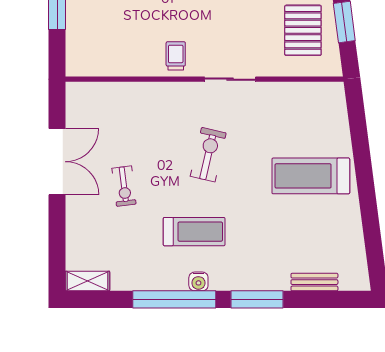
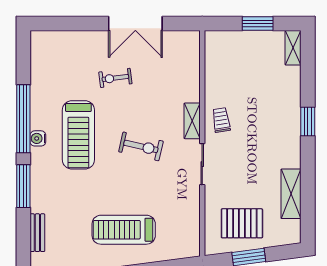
trolley: (176, 56) -> (221, 120), turned -99
treadmill: (311, 176) -> (124, 230), turned -90
treadmill: (194, 232) -> (78, 135), width x1.37, depth x1.38
shelving: (87, 281) -> (192, 121), moved

